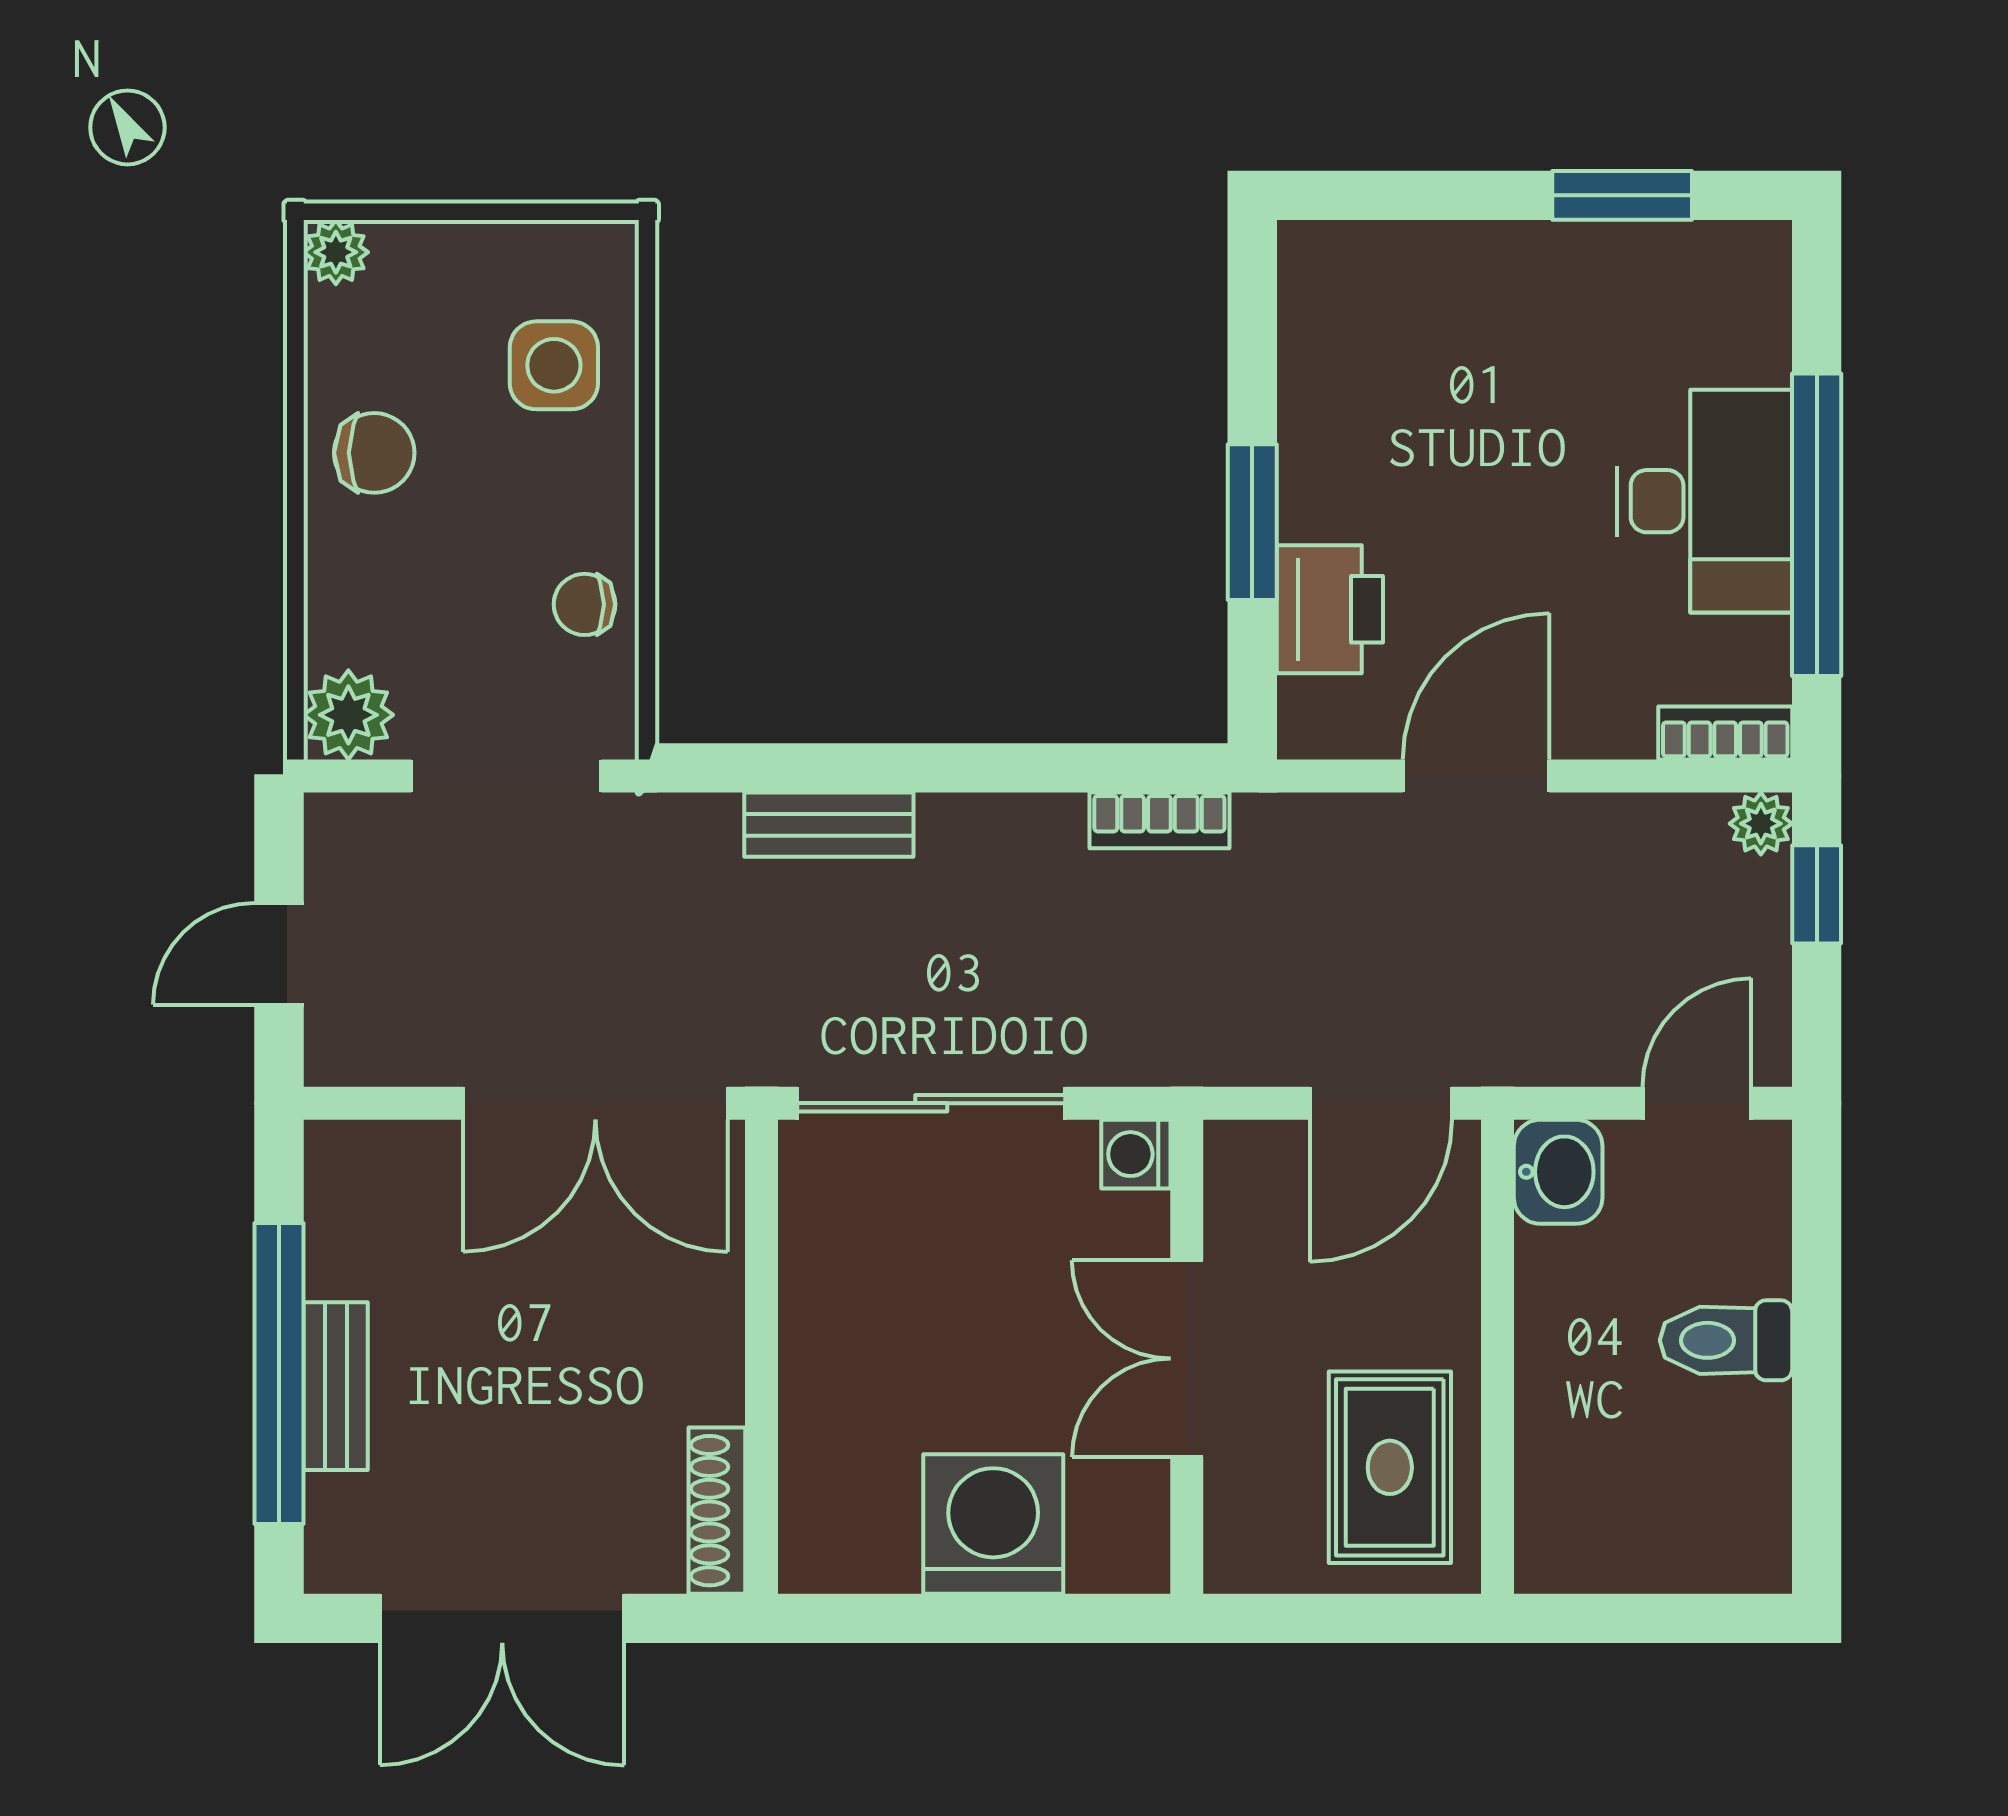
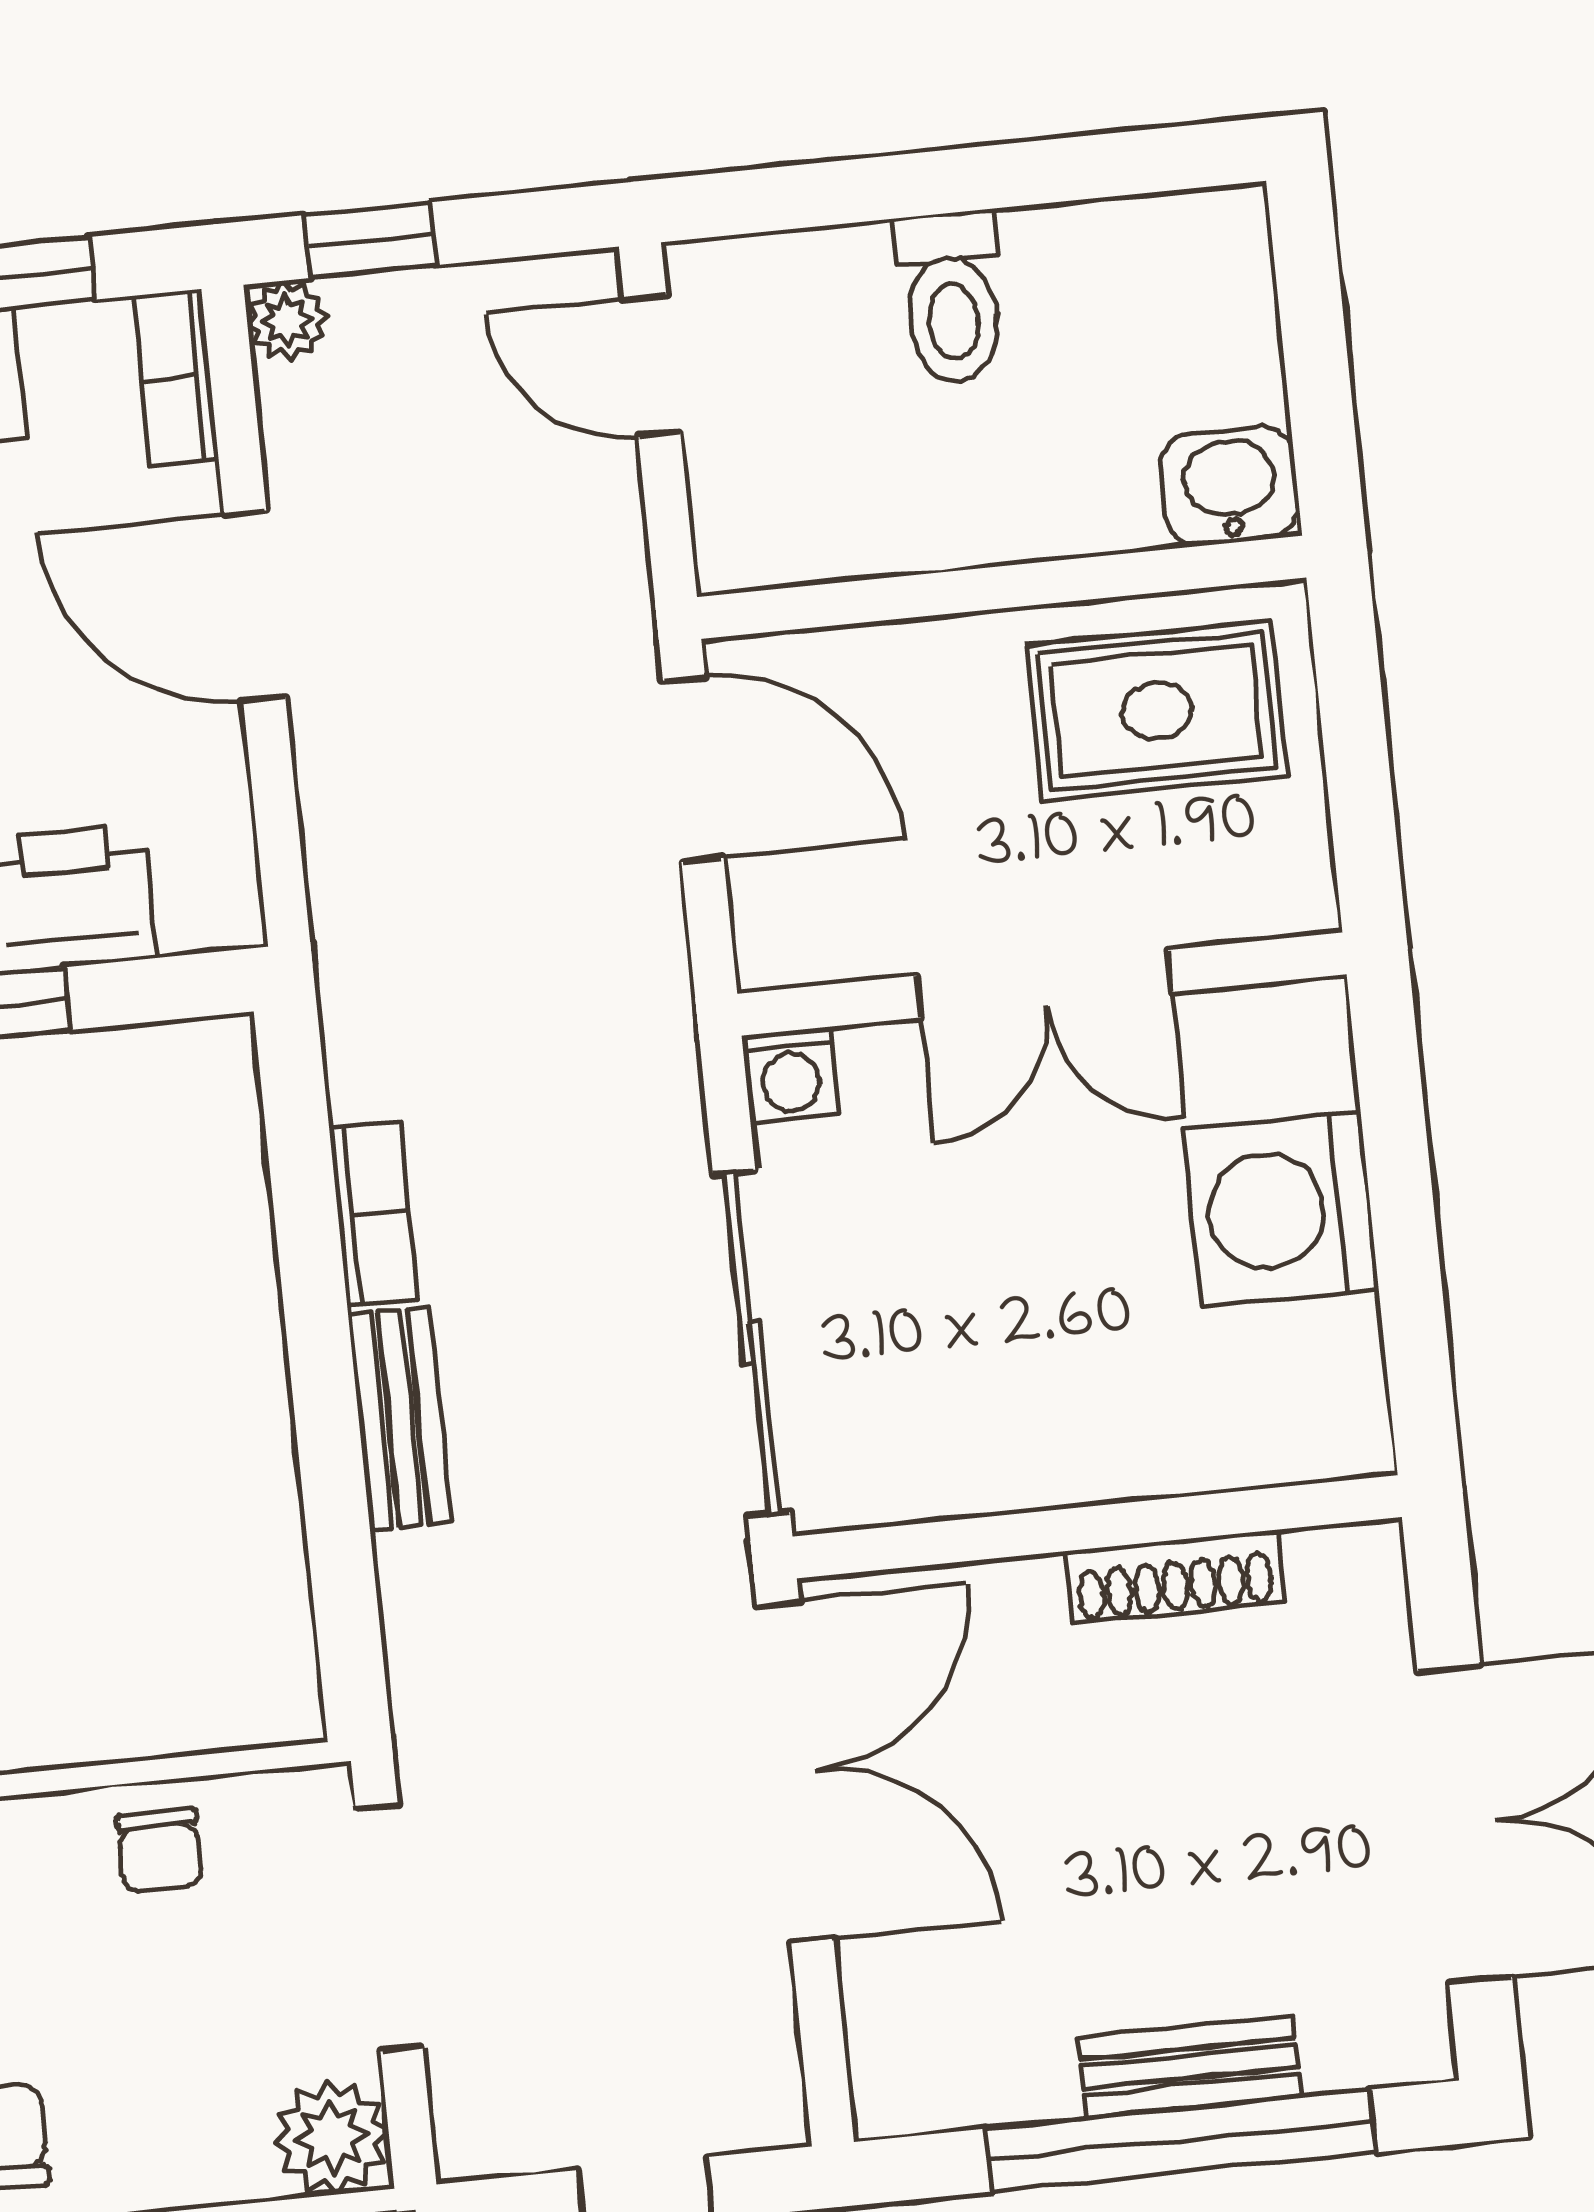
door: (1476, 776) -> (255, 606), moved
bookcase: (1159, 820) -> (374, 1214), moved
bench: (829, 825) -> (400, 1418), moved
washbasin: (1558, 1172) -> (1230, 486), moved
shoe rack: (717, 1511) -> (1174, 1577), moved

